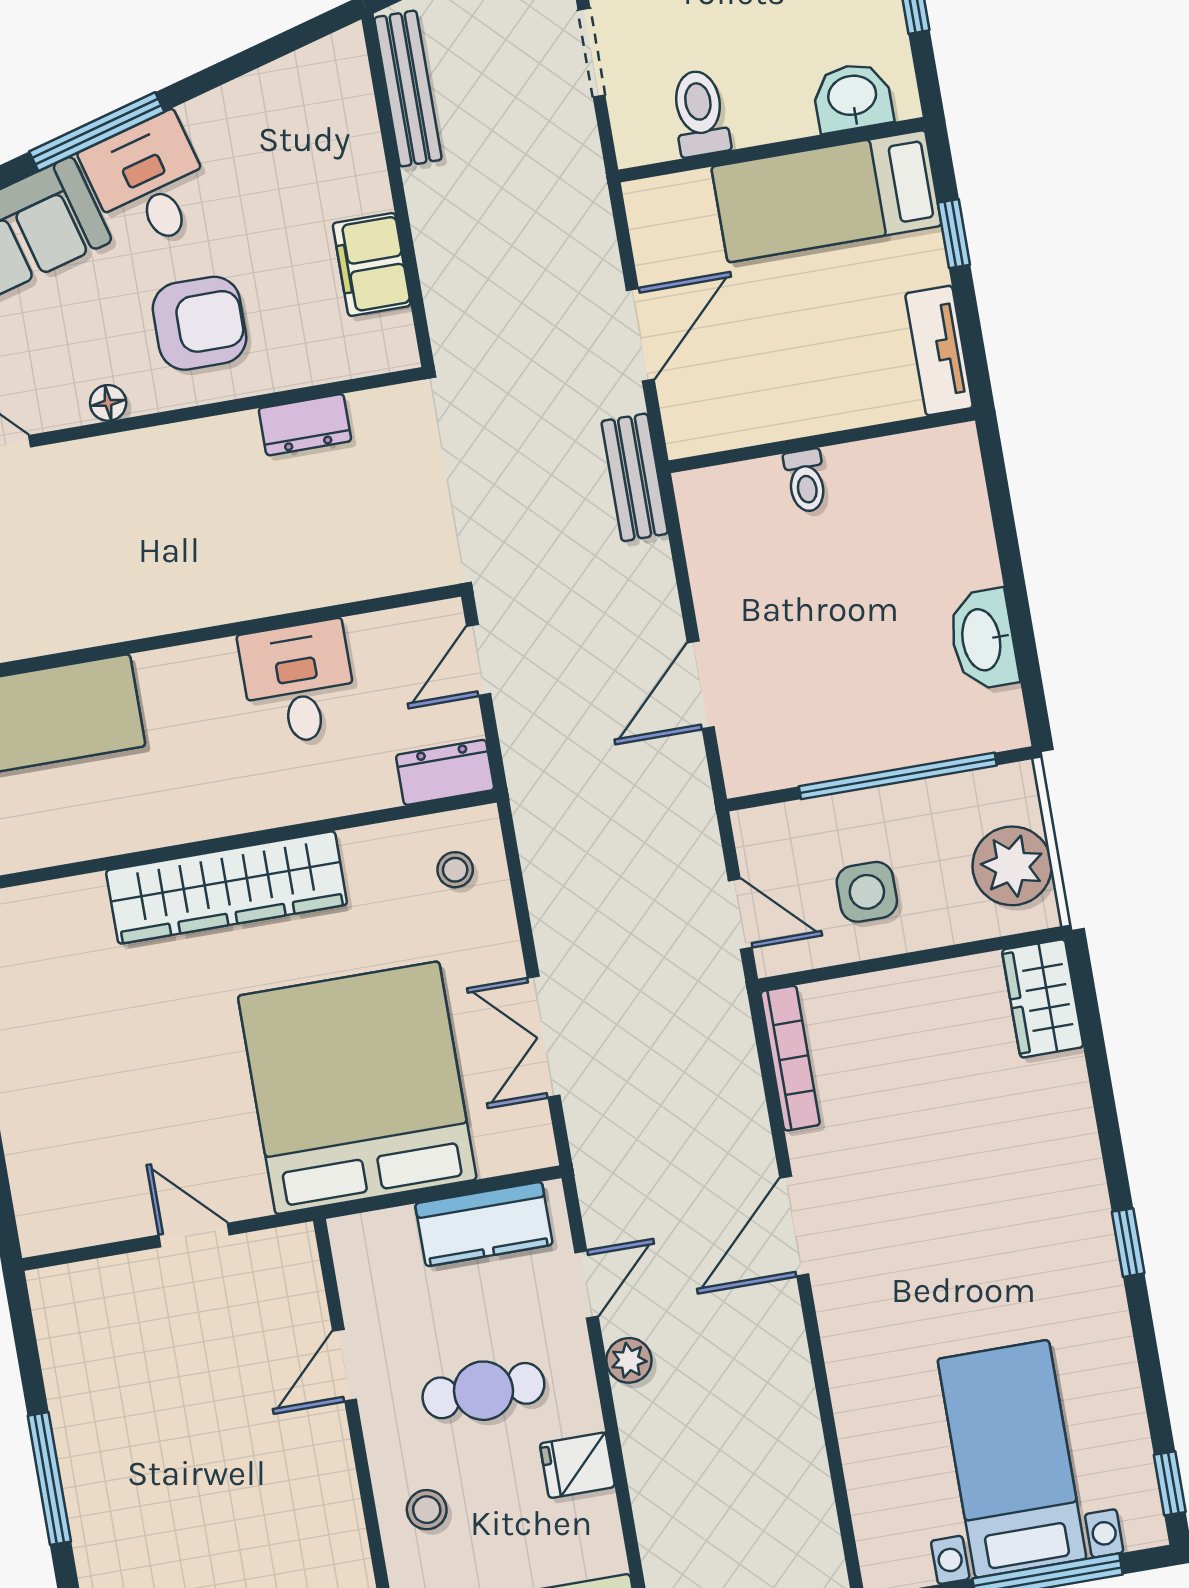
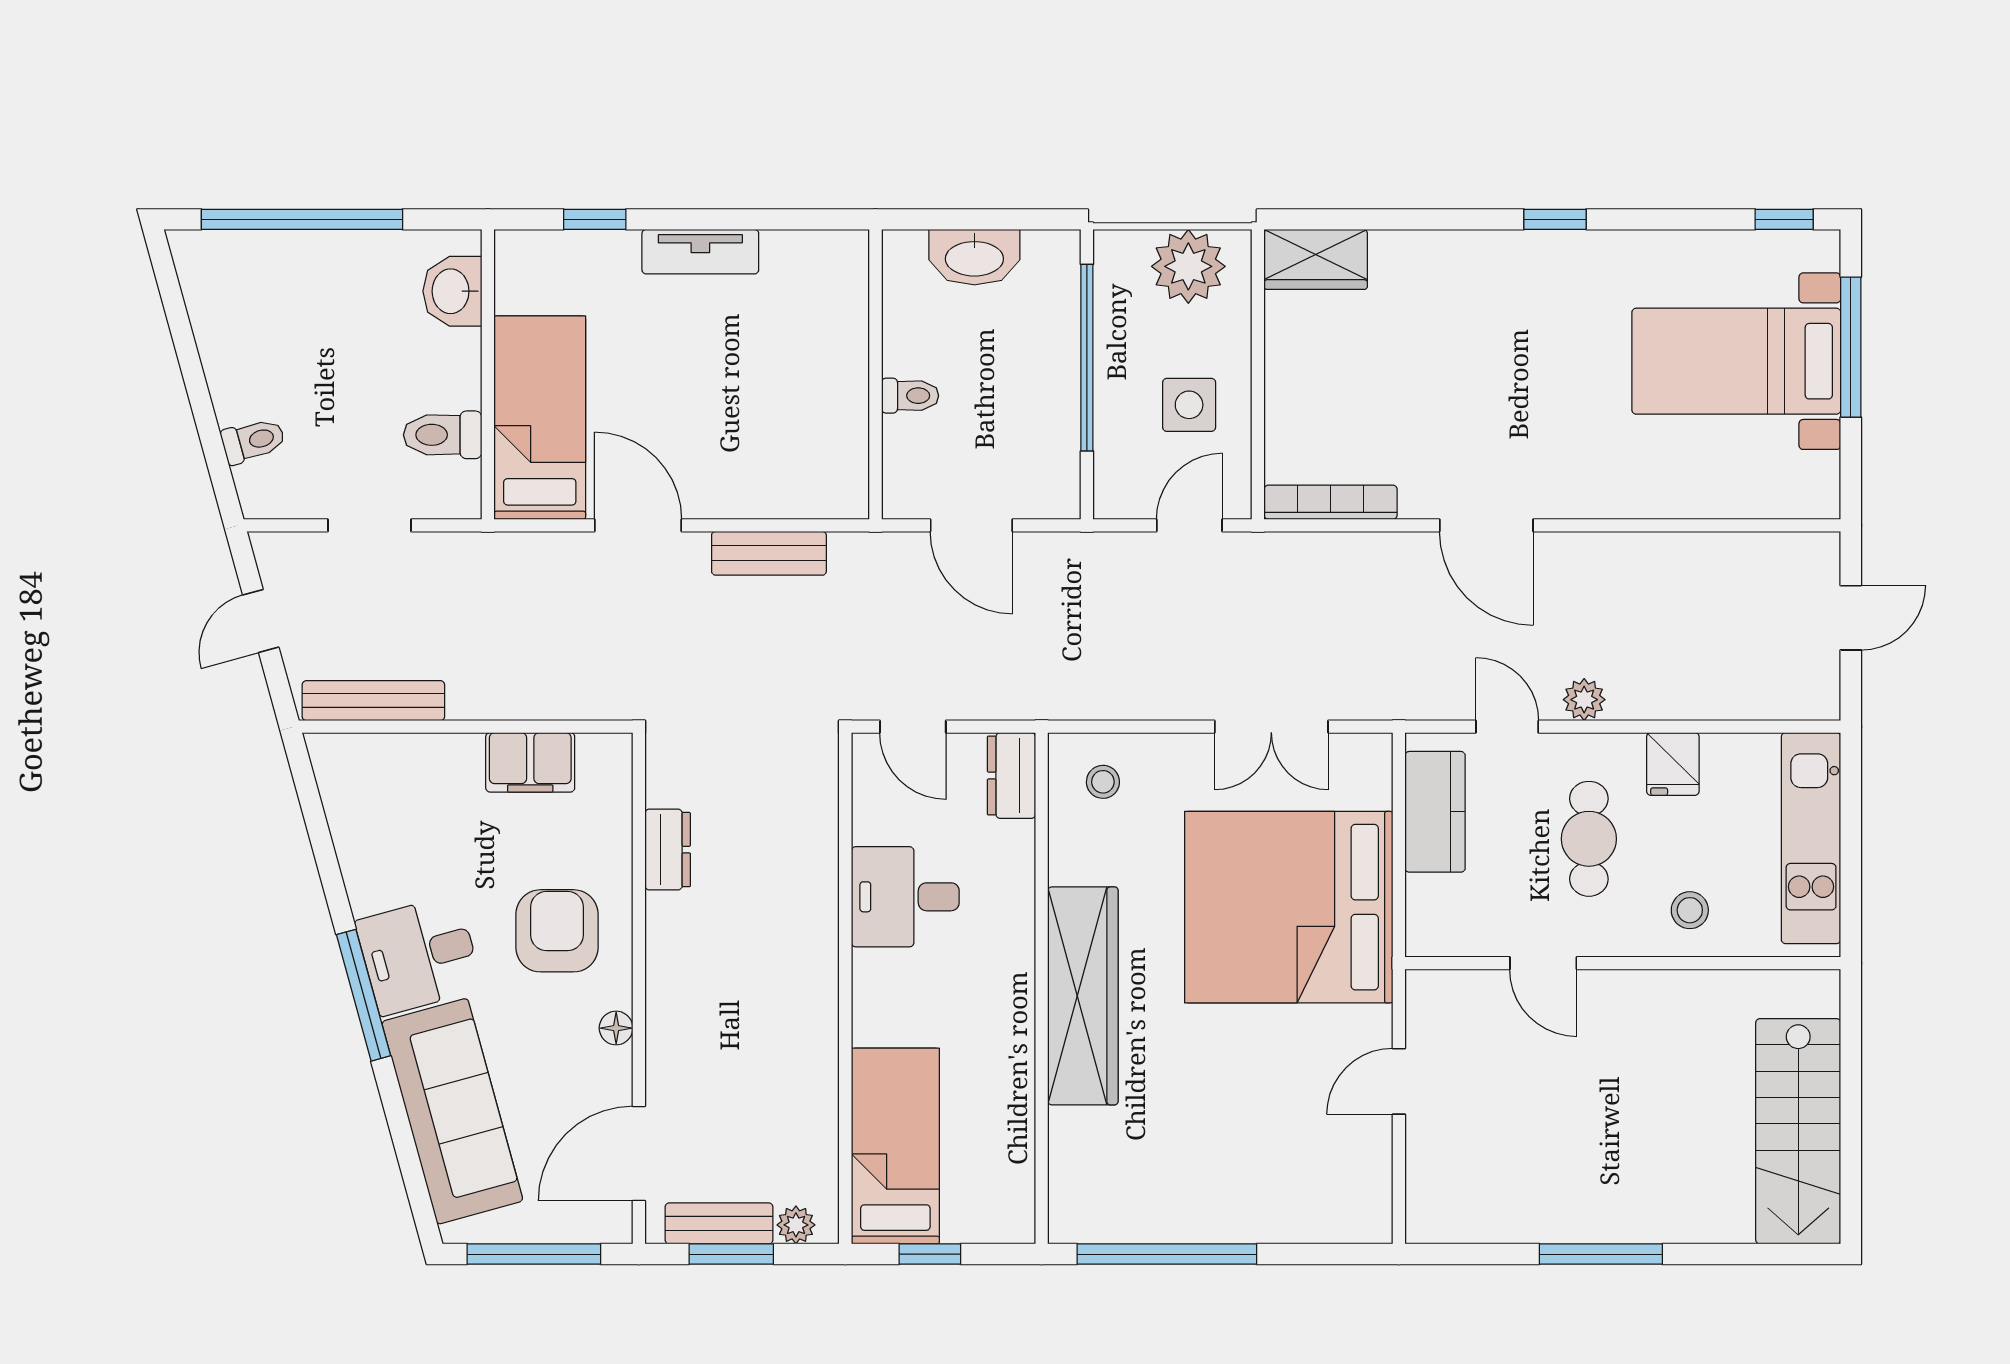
bed: (826, 196) -> (540, 418), moved, turned 180
wall: (822, 440) -> (875, 374), moved
toilet: (806, 481) -> (910, 396), moved

